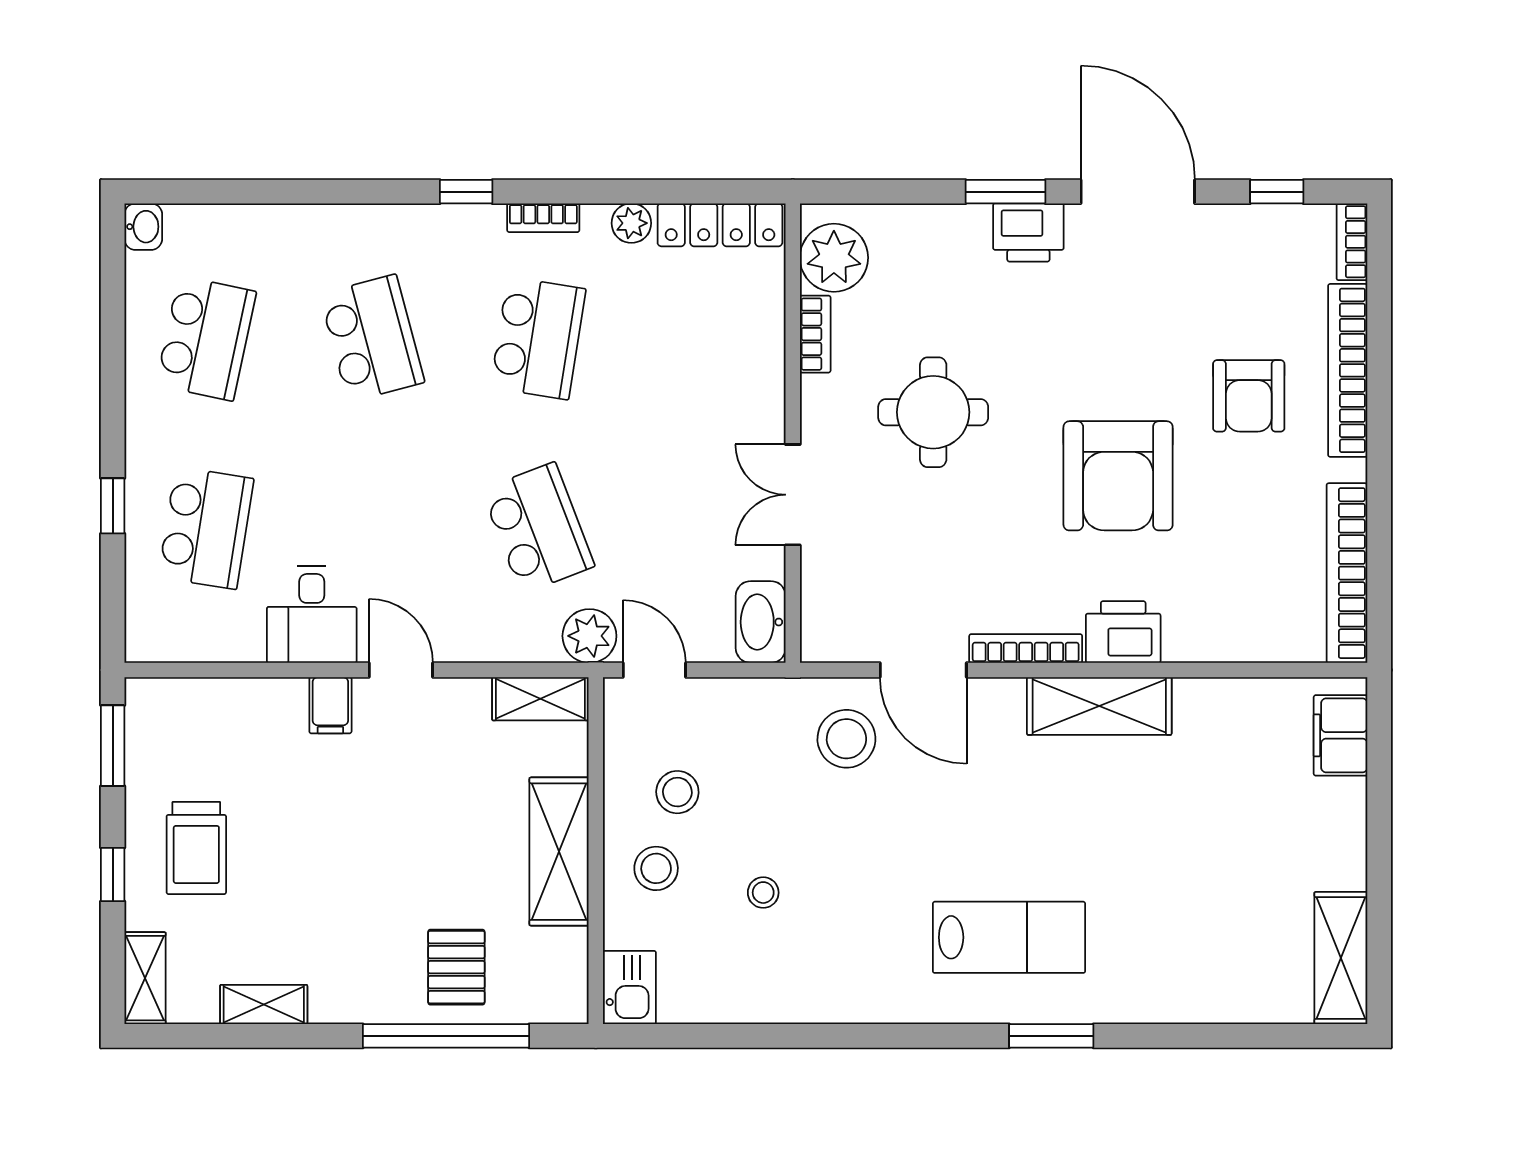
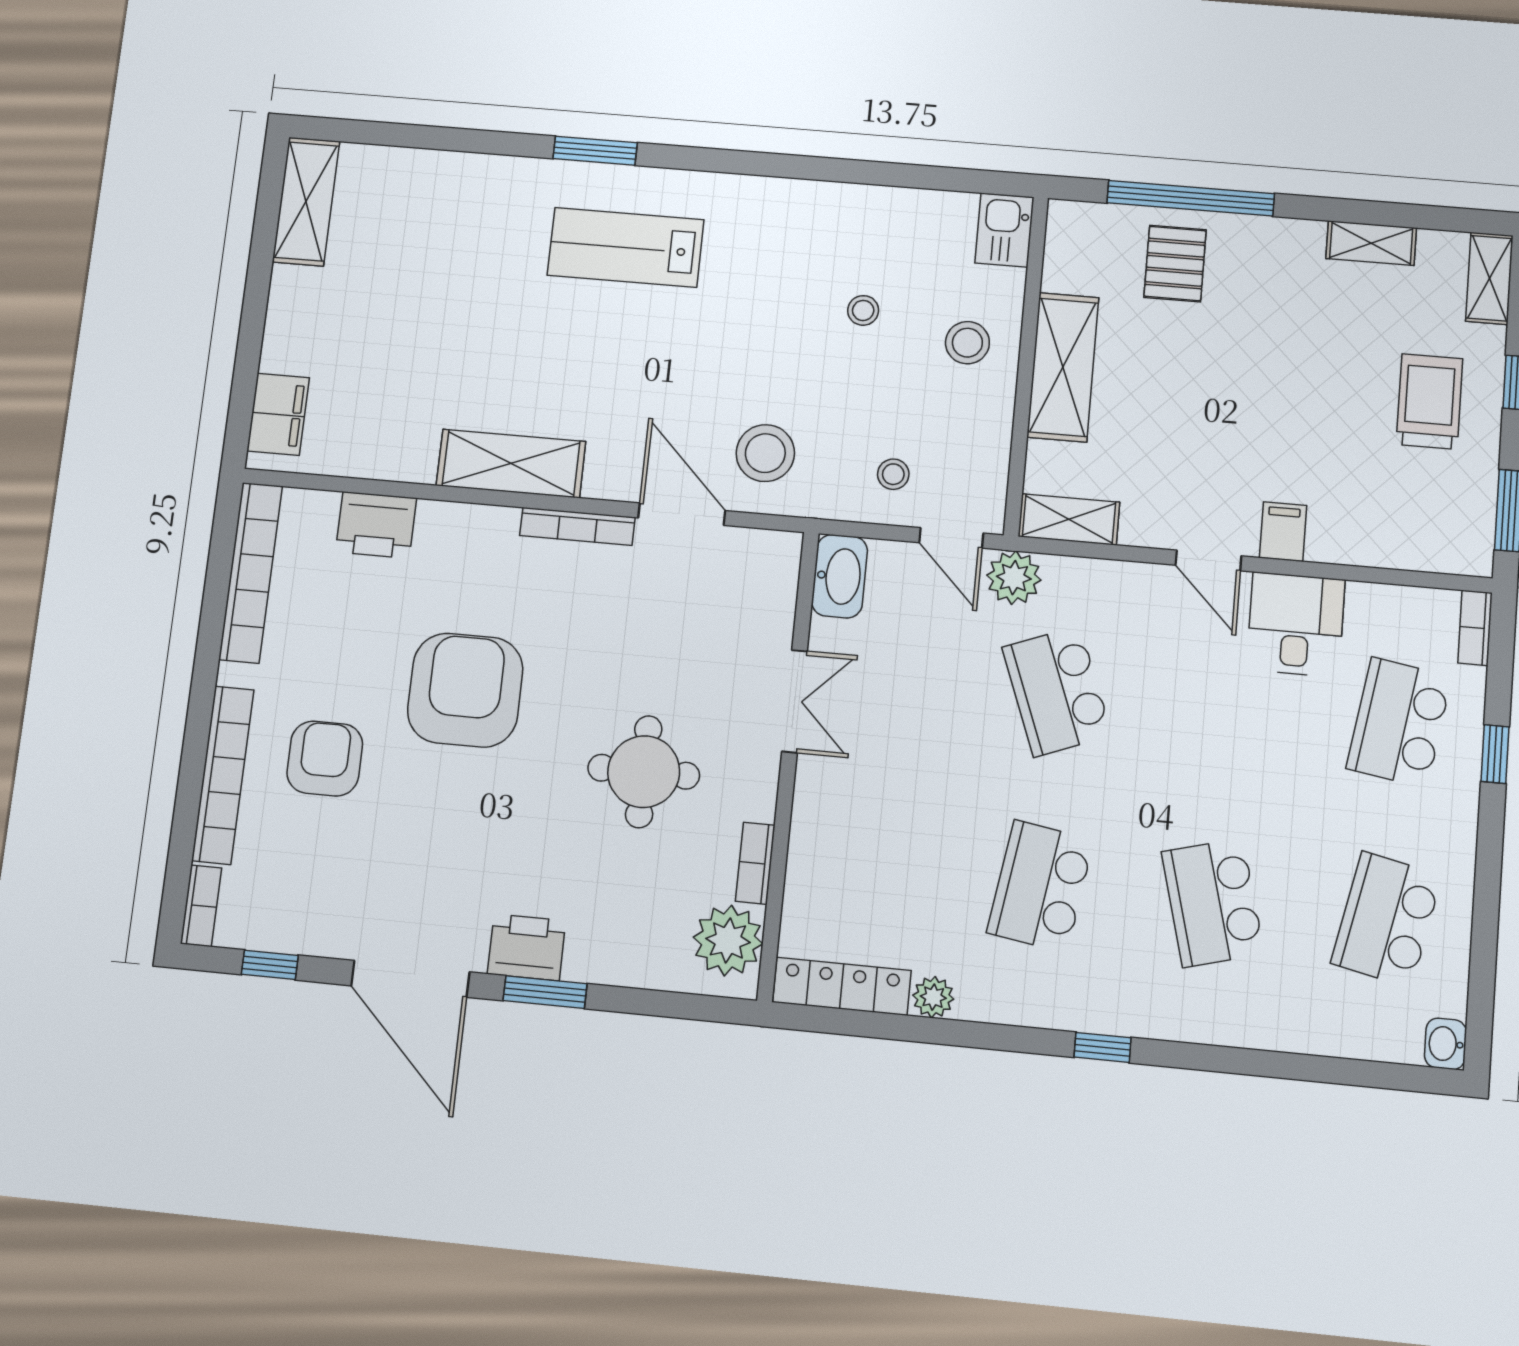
bookcase: (543, 218) -> (1475, 628), moved, turned -90
printer: (1123, 632) -> (376, 525), moved
stool: (677, 792) -> (893, 474), moved, width x0.73, depth x0.73

